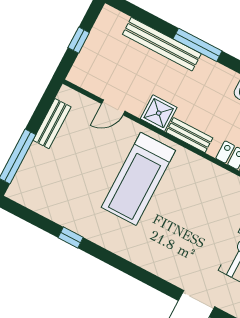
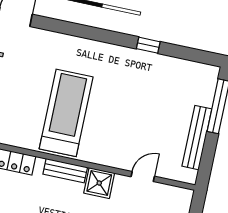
bench: (52, 124) -> (197, 138), width x1.36
treadmill: (138, 179) -> (66, 113), moved

